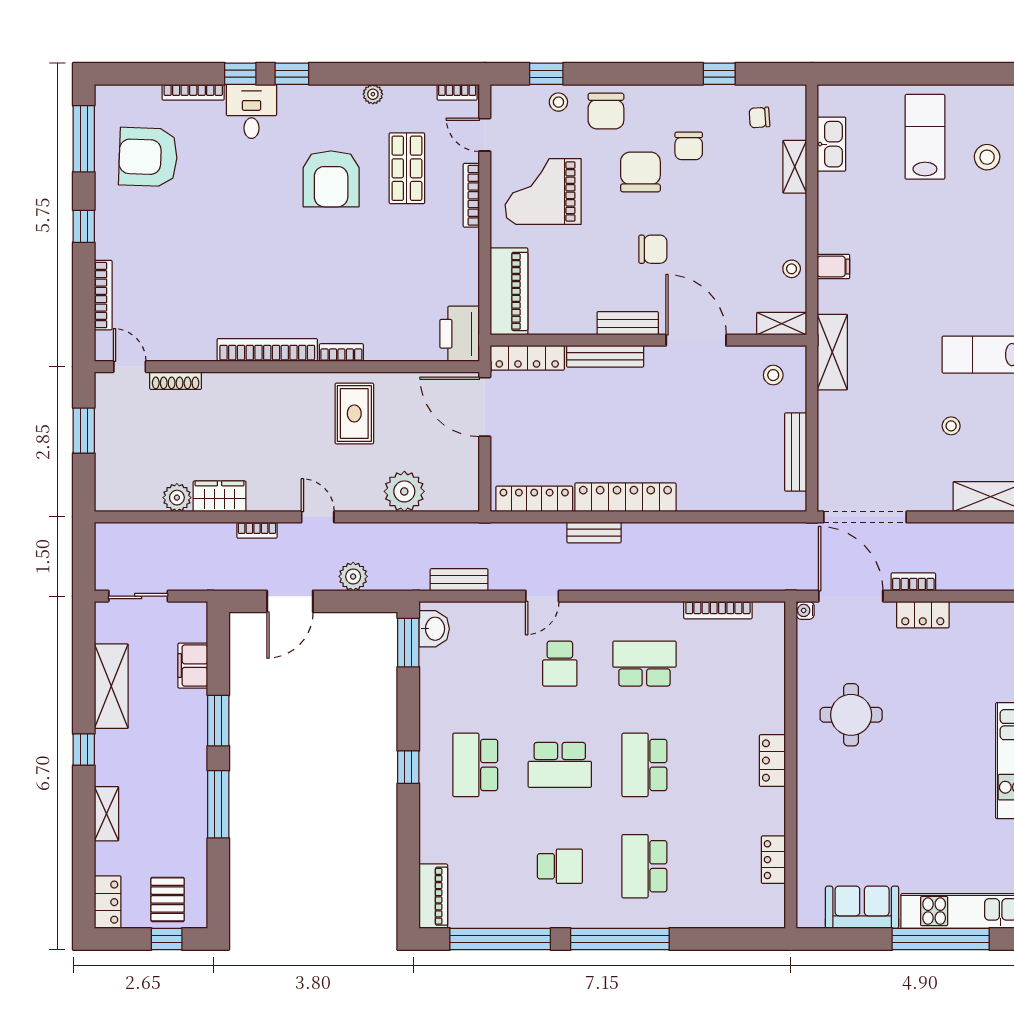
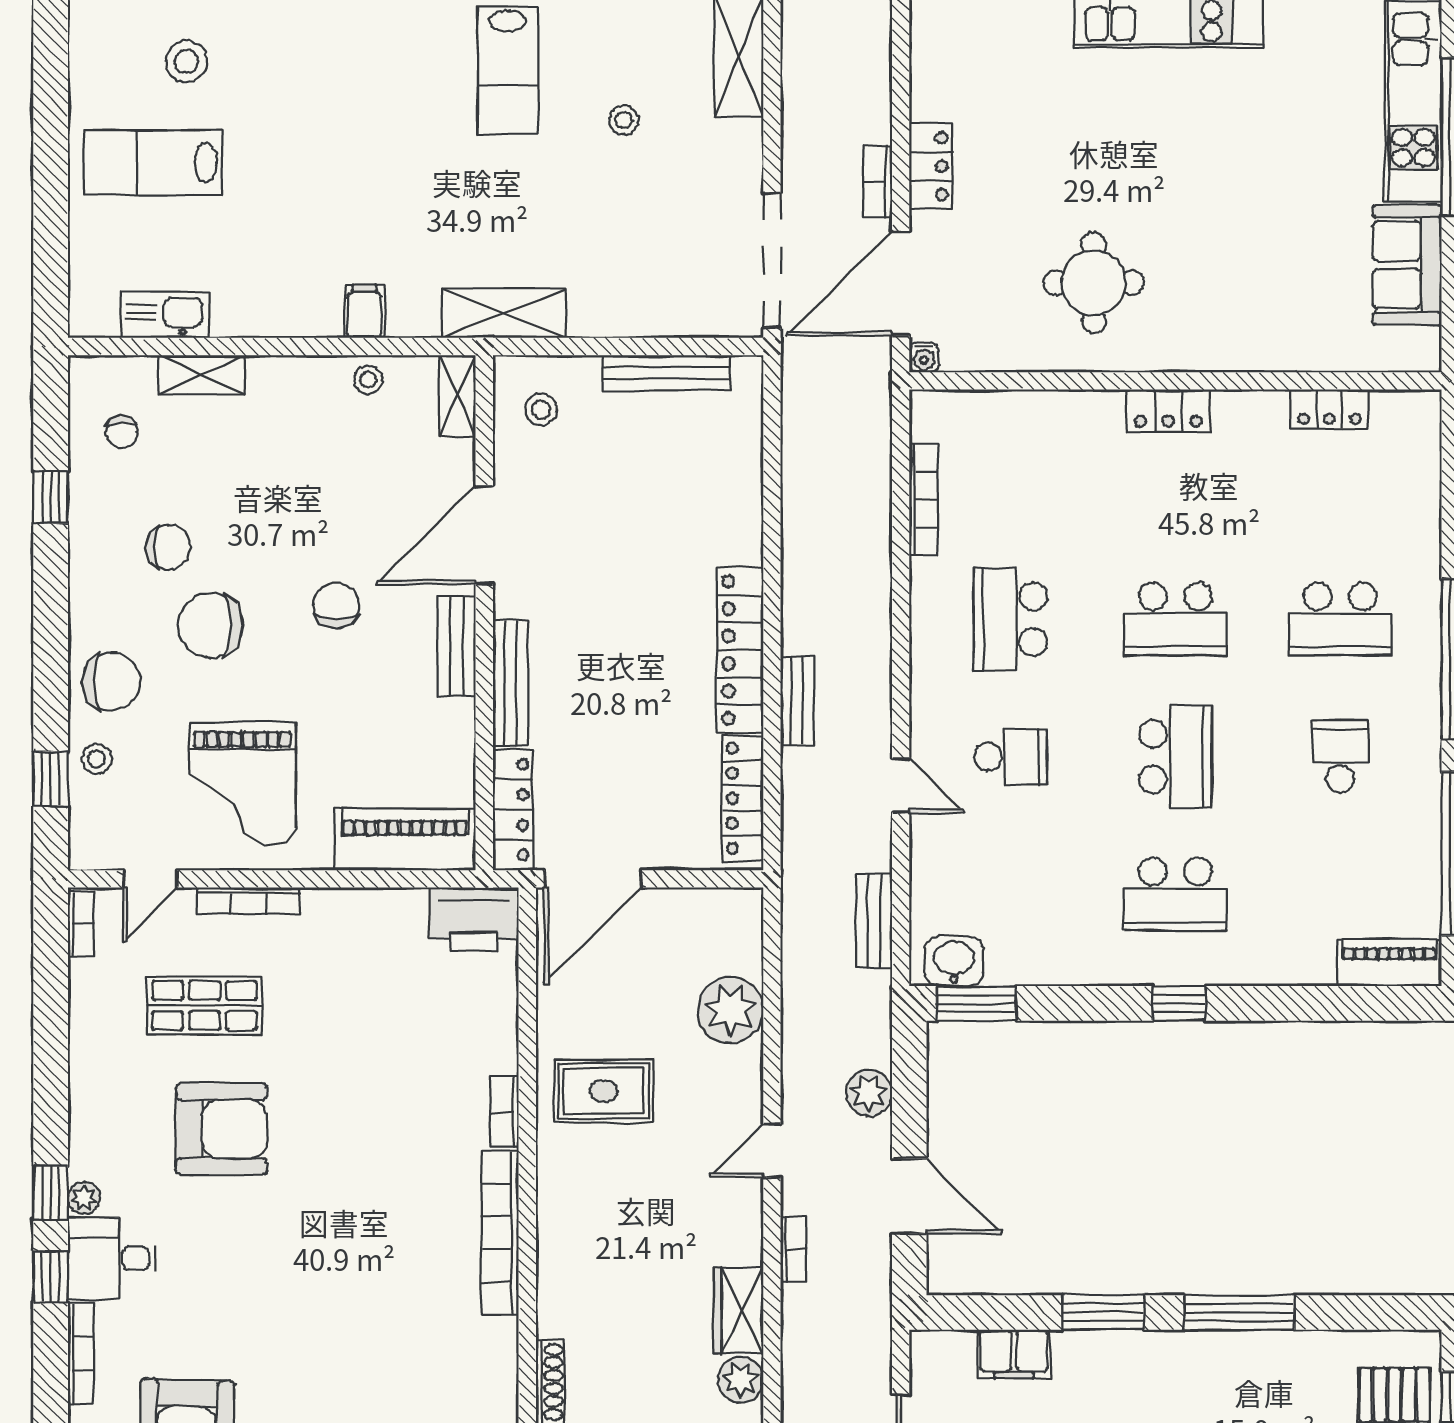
plant: (373, 94) -> (84, 1198), moved

